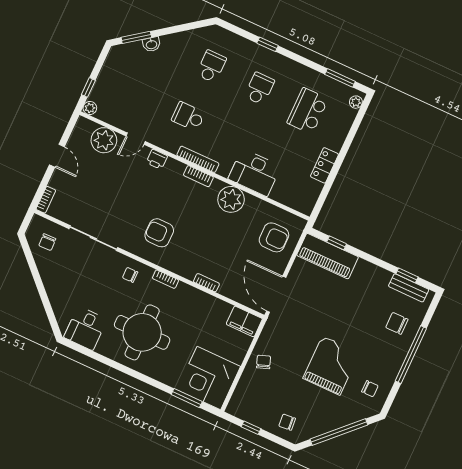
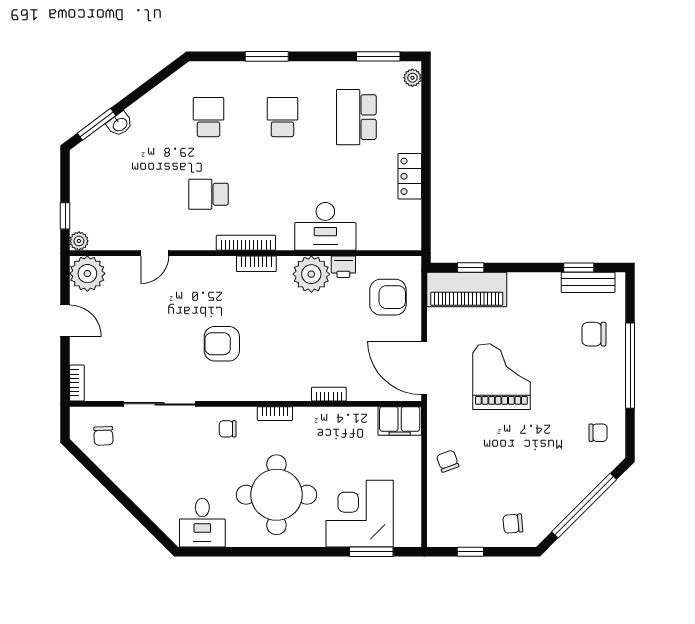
window: (268, 44) -> (267, 56), width x1.50
plant: (104, 140) -> (87, 274), moved
printer: (157, 159) -> (343, 267), moved
armchair: (159, 233) -> (222, 344), moved
grand piano: (331, 366) -> (501, 377), moved
corner desk: (209, 378) -> (360, 514), moved, turned 90

